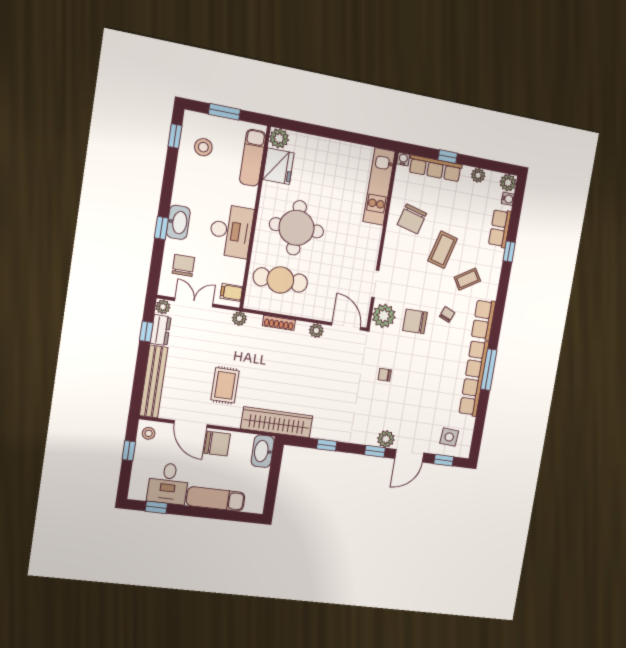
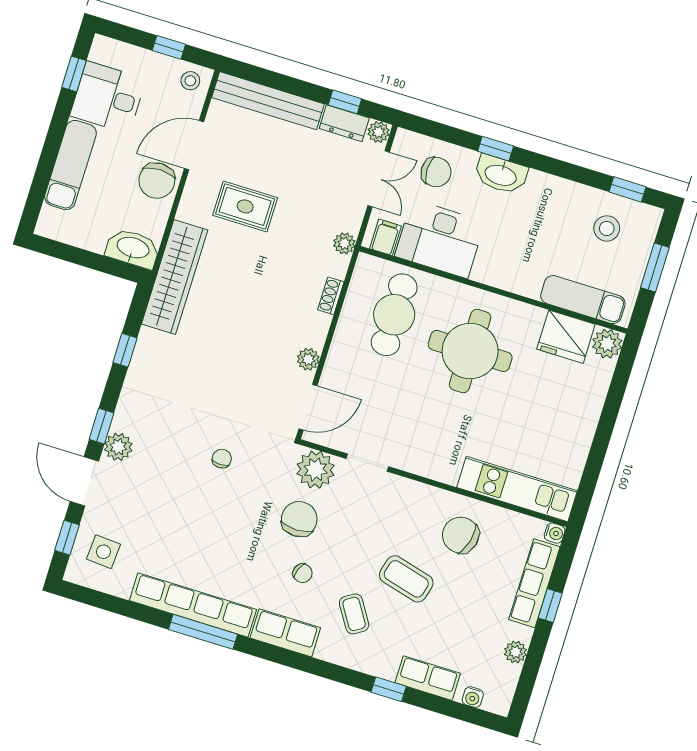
plant: (508, 183) -> (498, 701), removed
desk: (231, 231) -> (440, 239), moved
shoe rack: (279, 323) -> (331, 296), width x0.70

